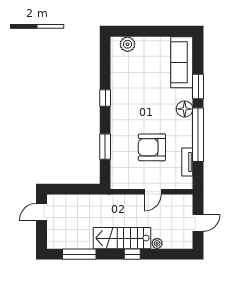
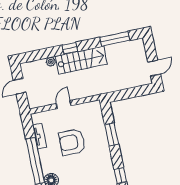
armchair: (152, 147) -> (72, 142), turned 180

